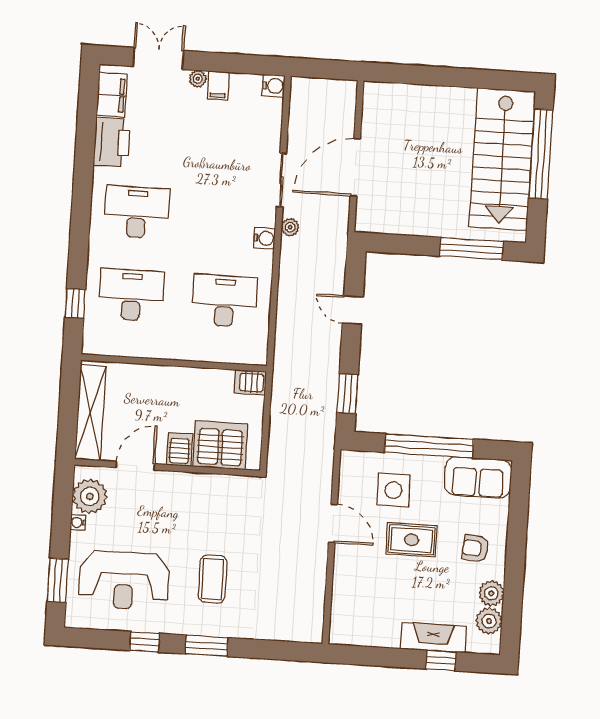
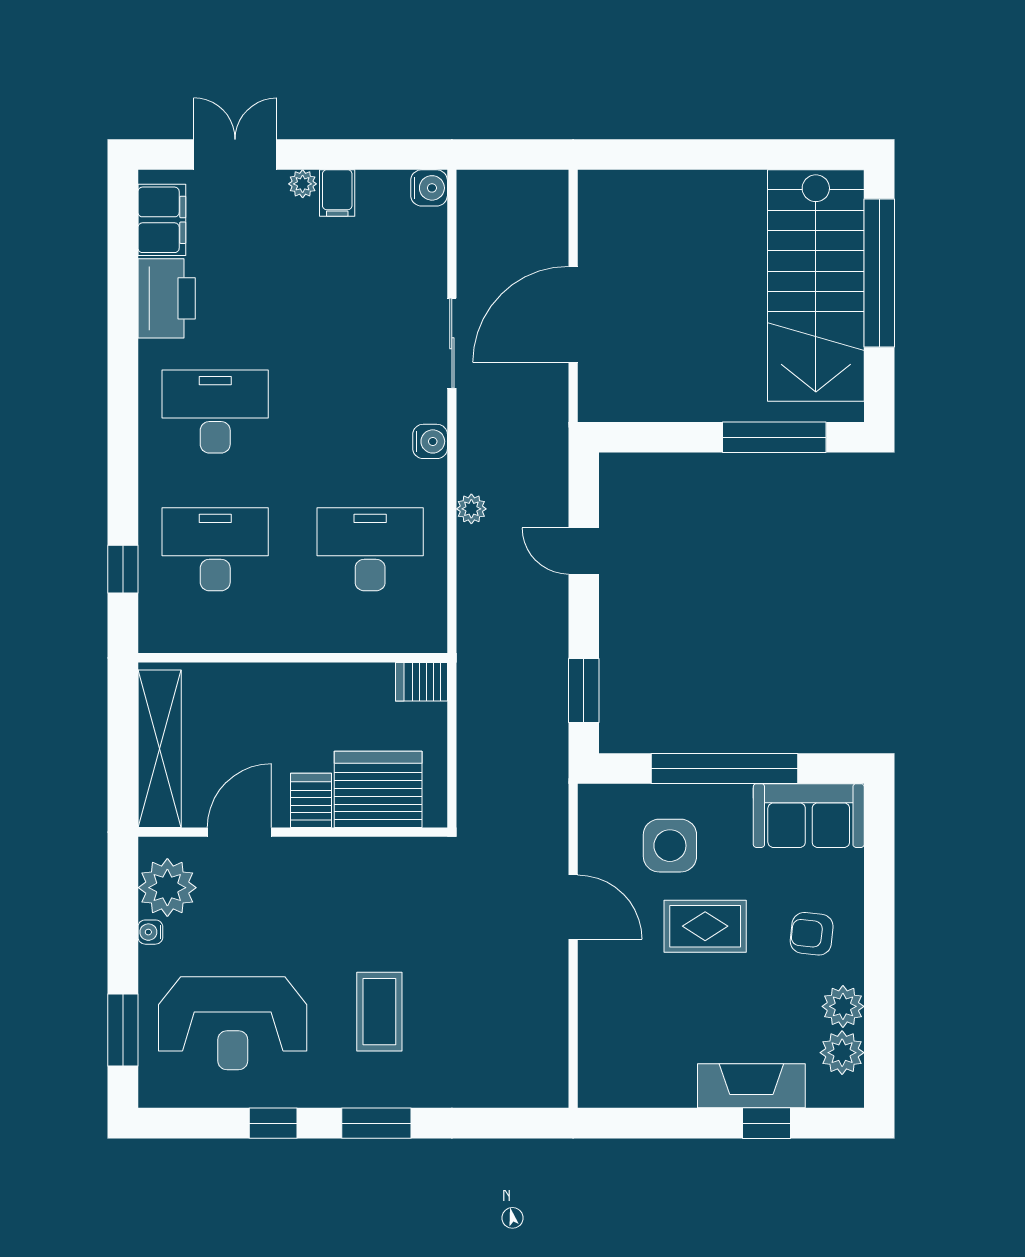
plant: (290, 227) -> (471, 509), moved

